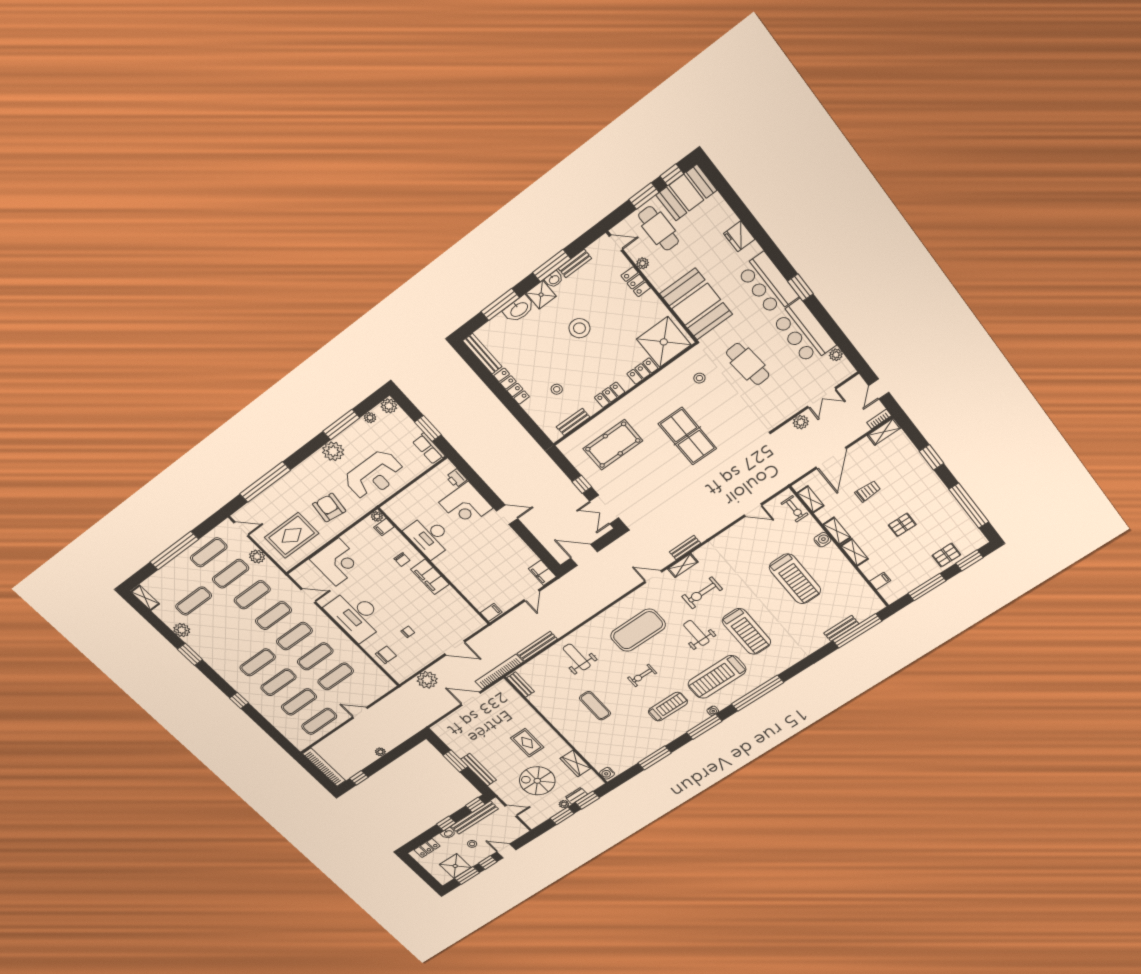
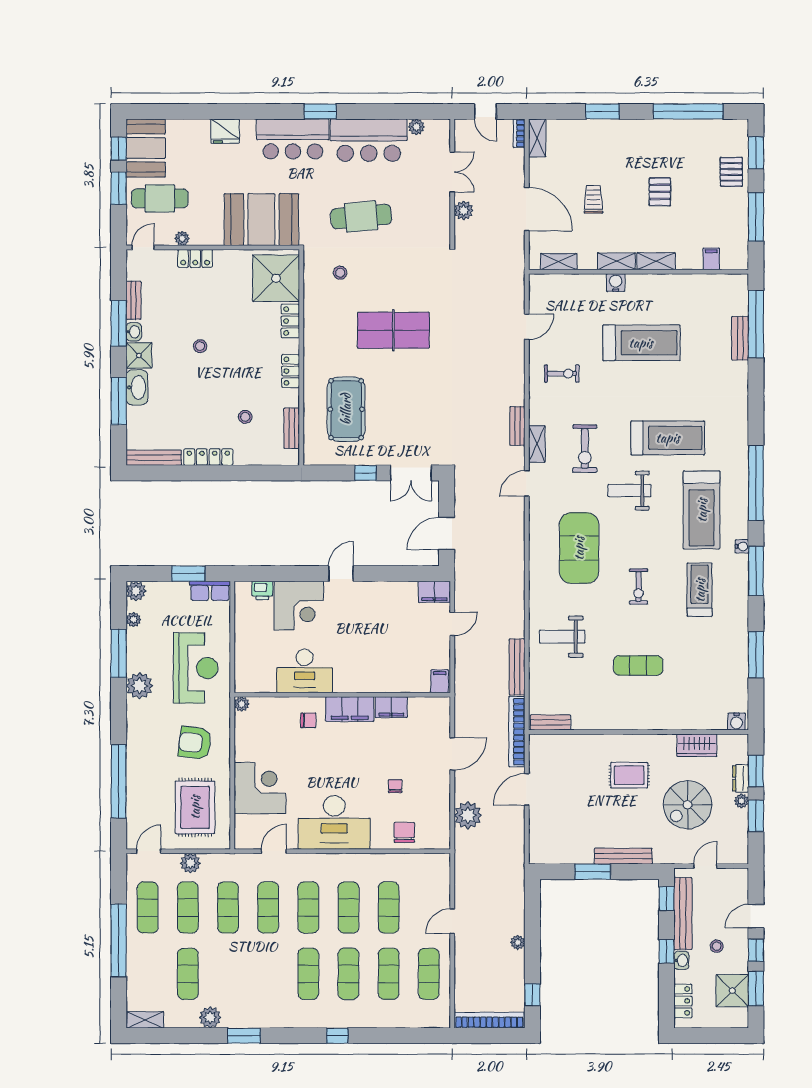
stool: (579, 328) -> (200, 346), width x0.53, depth x0.53
exercise bike: (795, 509) -> (562, 374), moved
filing cabinet: (384, 527) -> (391, 707), moved, width x2.00
door: (532, 595) -> (452, 624), hinge flipped

